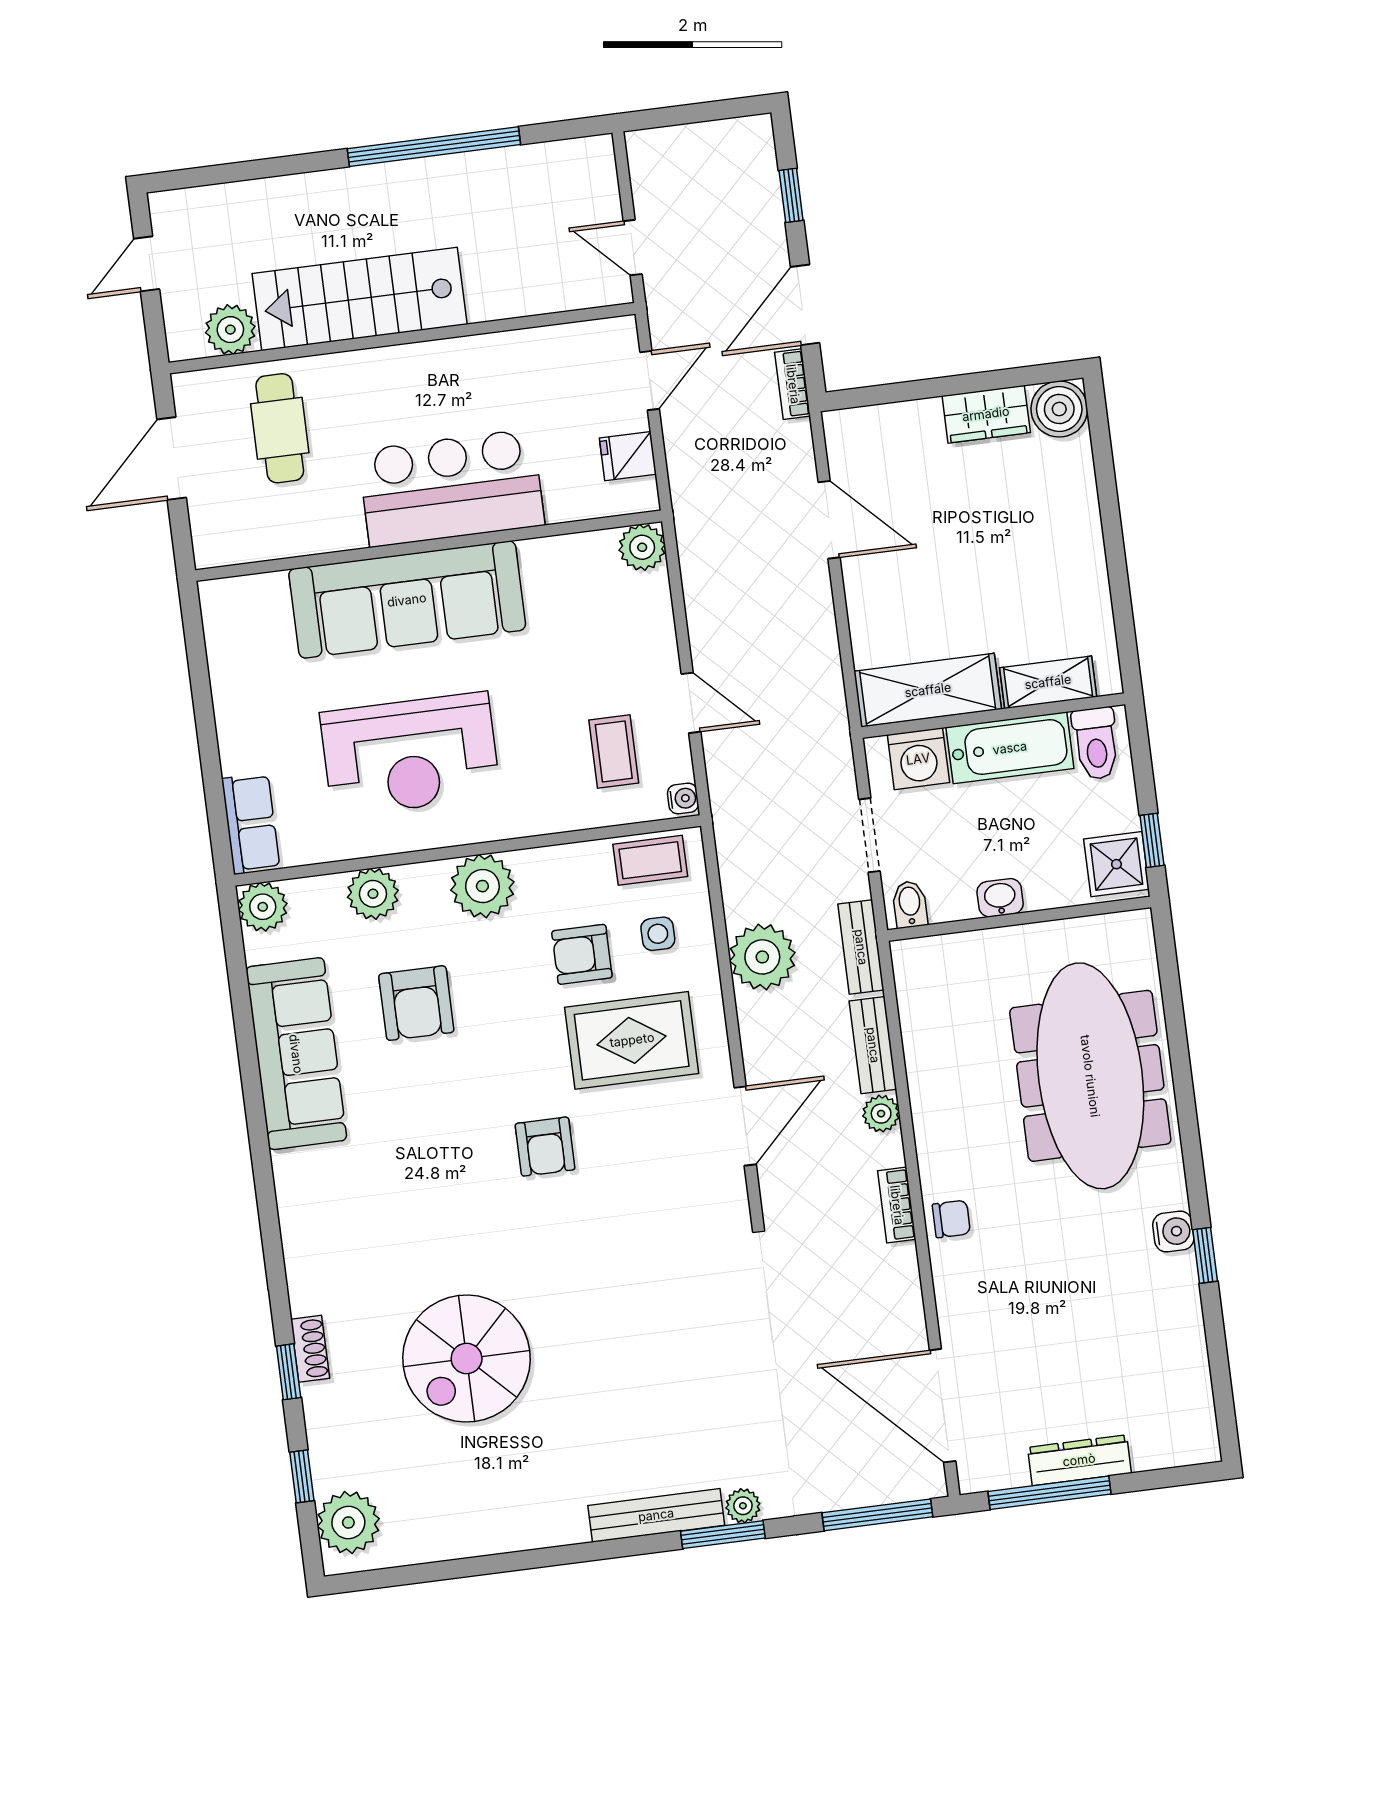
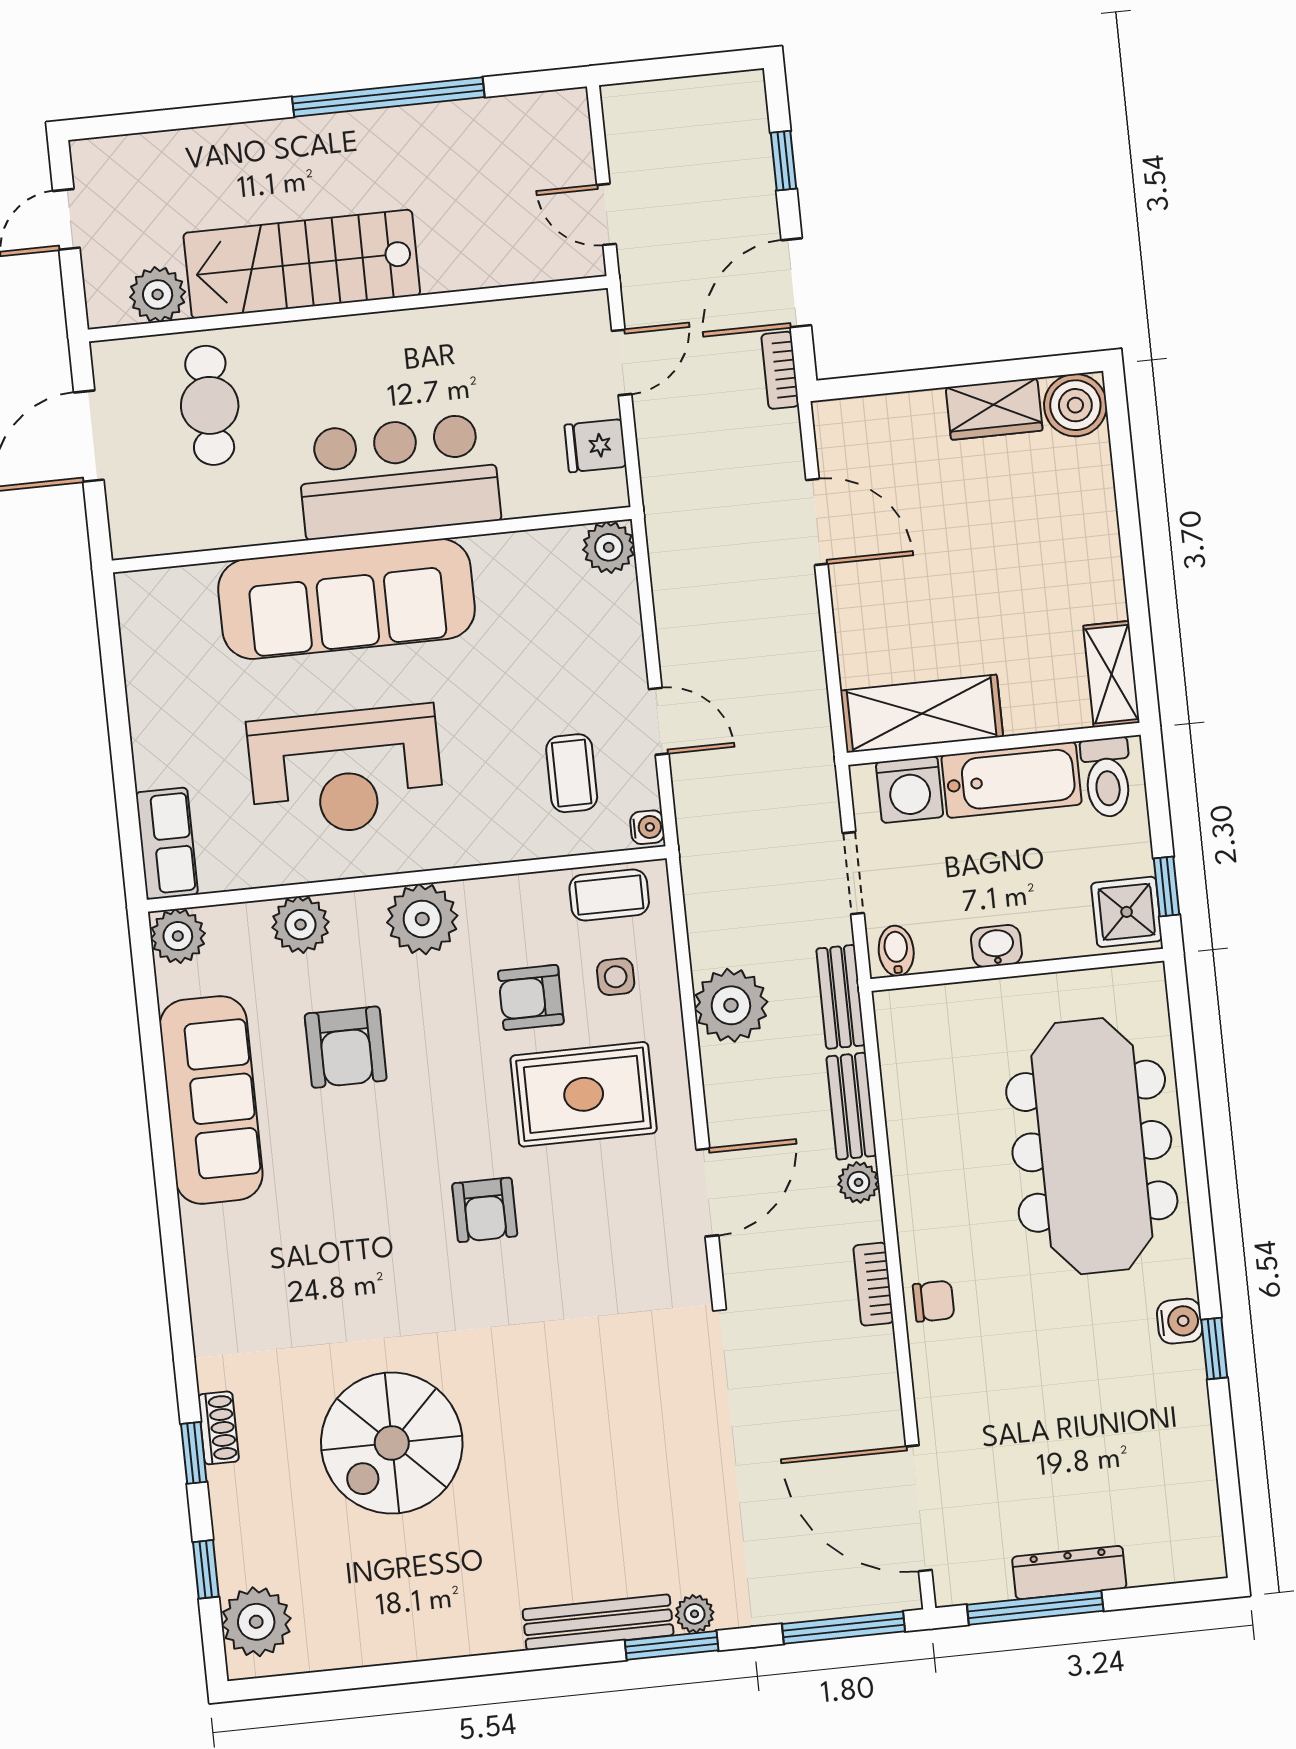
shelving: (1048, 682) -> (1111, 674), moved, turned 90

